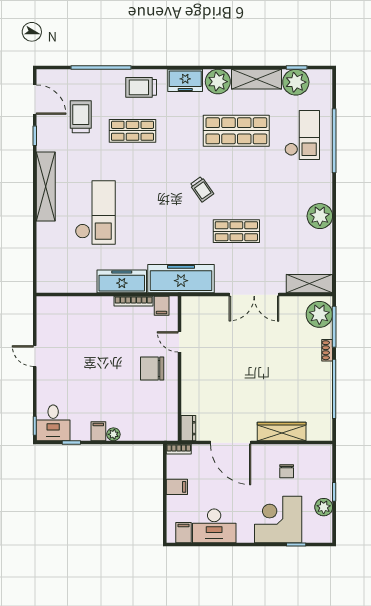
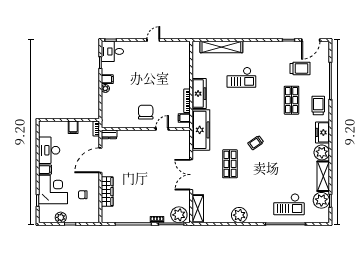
shop shelf: (236, 131) -> (292, 164), removed
shelving: (46, 187) -> (221, 47), moved
checkout: (95, 213) -> (241, 77), width x0.73, depth x0.83
filing cabinet: (184, 533) -> (45, 170), moved

